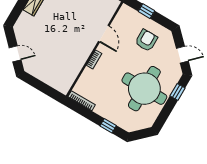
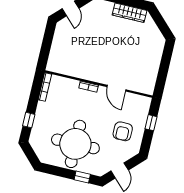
door: (104, 34) -> (116, 88), hinge flipped
armchair: (146, 40) -> (123, 131), turned 90

